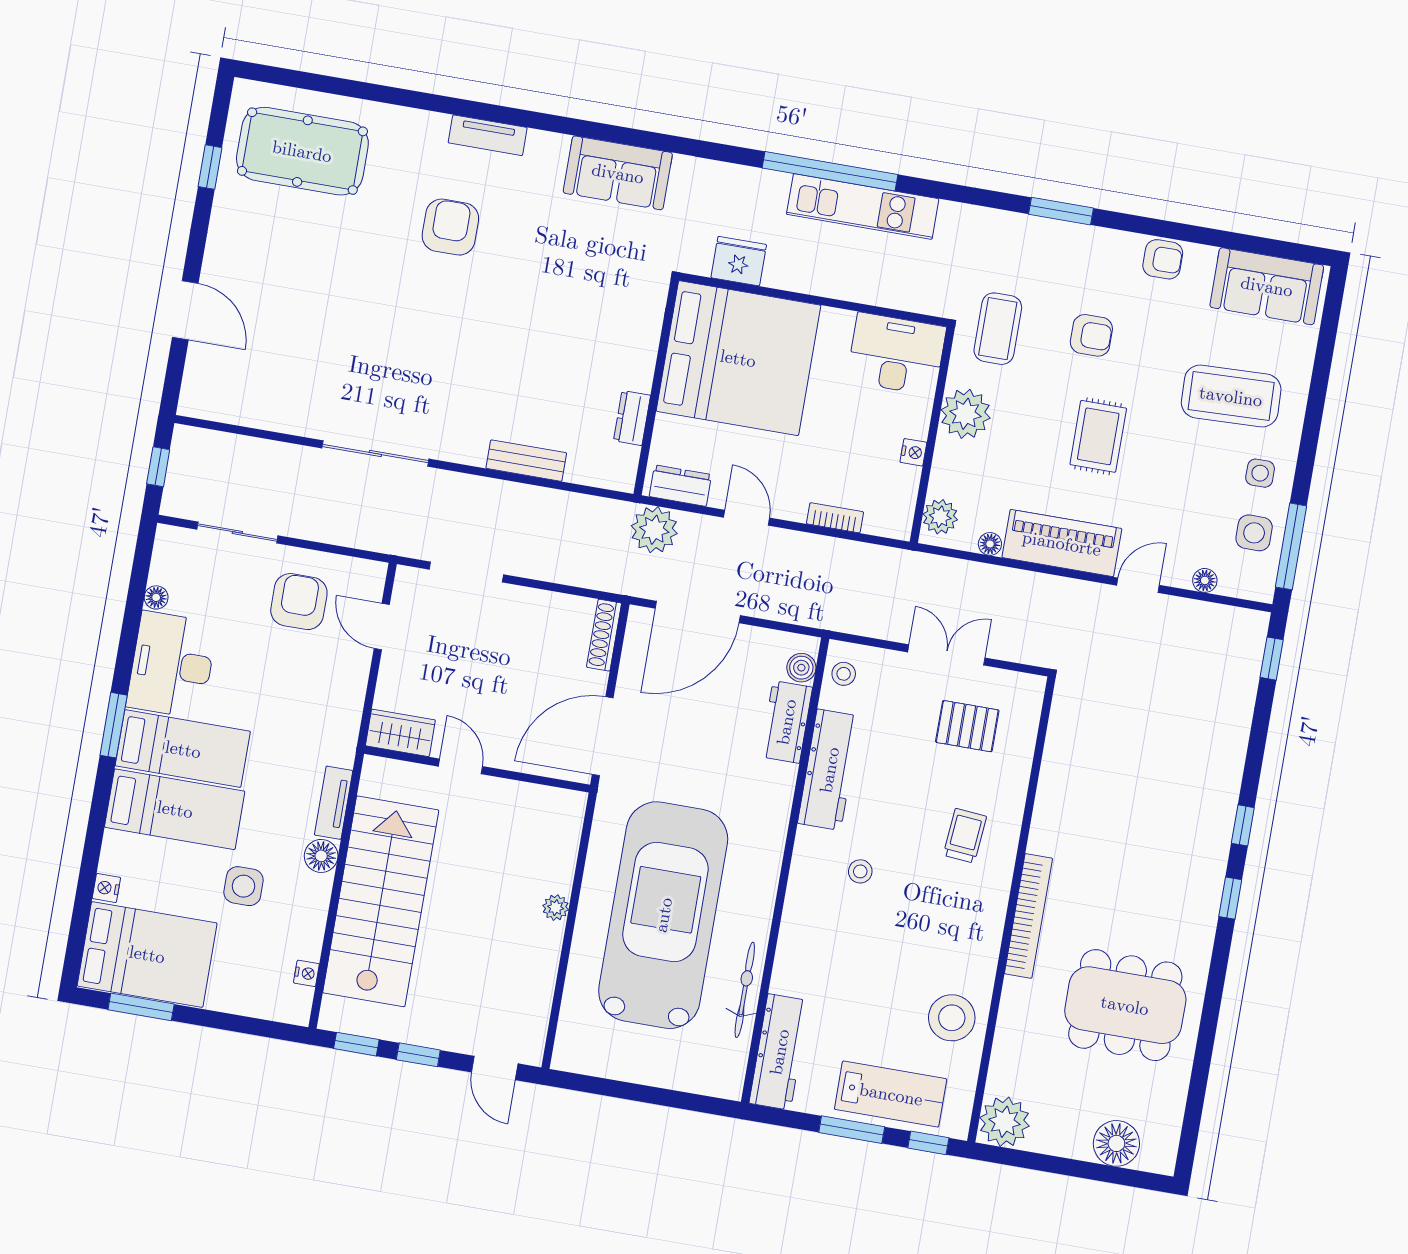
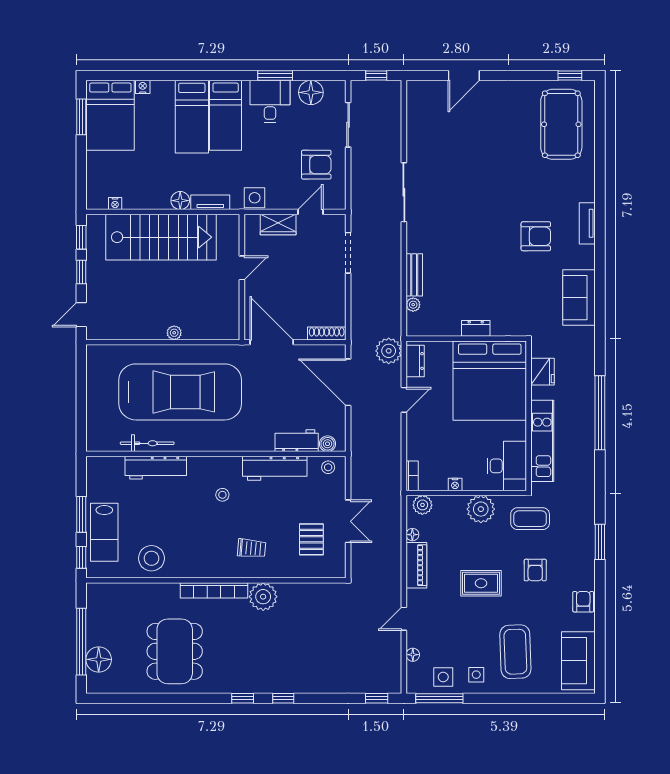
window: (210, 167) -> (570, 76), moved
kitchen unit: (863, 207) -> (542, 441), moved, turned 180
armchair: (450, 227) -> (536, 236), moved
armchair: (1163, 259) -> (583, 602), turned 180
dresser: (632, 418) -> (476, 328), moved
plant: (579, 472) -> (413, 305), added
bookcase: (835, 518) -> (412, 476), moved
piano: (1062, 543) -> (416, 565), width x0.73, depth x0.75
door: (1138, 585) -> (404, 619), swing flipped
floor lamp: (156, 597) -> (311, 92), width x1.89, depth x1.89
desk: (172, 665) -> (270, 102), width x0.73
window: (114, 725) -> (275, 76), moved
wardrobe: (400, 733) -> (278, 225), moved, turned 90
side table: (244, 886) -> (255, 198), moved
workbench: (779, 1052) -> (156, 468), moved
plant: (1005, 1122) -> (263, 597), moved
window: (1079, 1169) -> (81, 642), added

